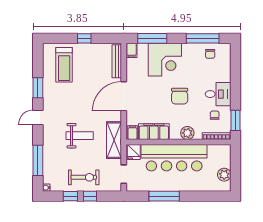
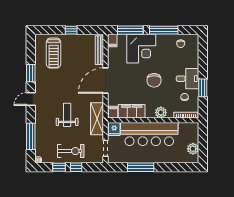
window: (203, 38) -> (164, 30), moved
window: (236, 120) -> (203, 88), moved
weight bench: (80, 136) -> (67, 115), turned -90

